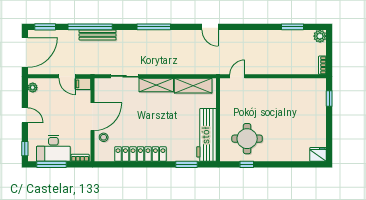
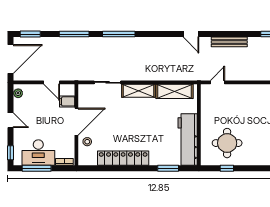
window: (90, 27) -> (74, 34), width x0.68
window: (154, 27) -> (119, 34), moved
bench: (98, 35) -> (229, 42), moved
filing cabinet: (83, 84) -> (67, 101), moved

